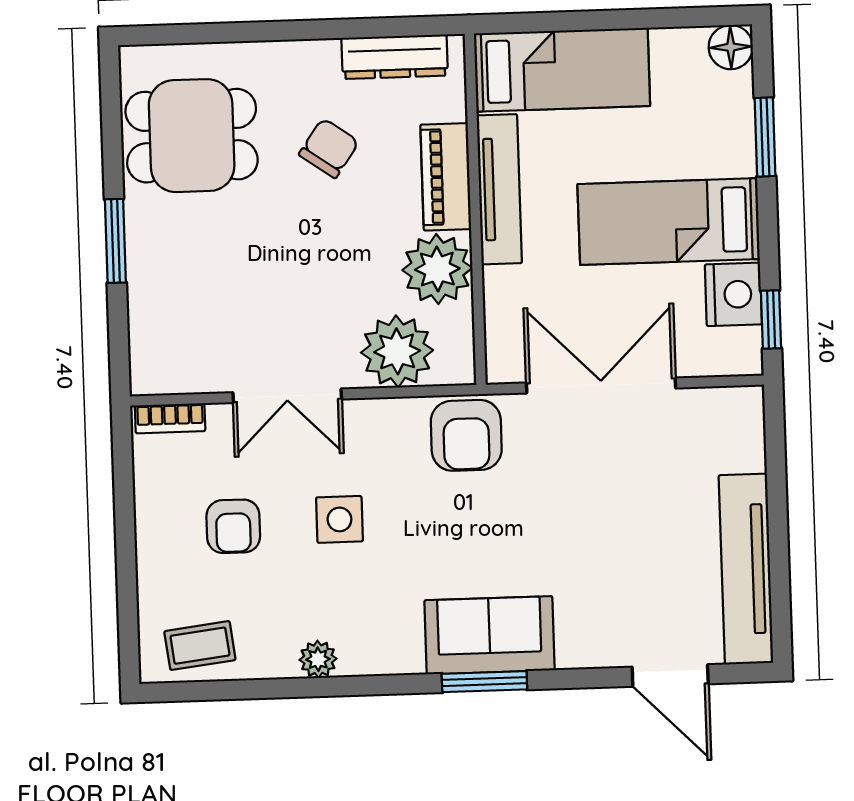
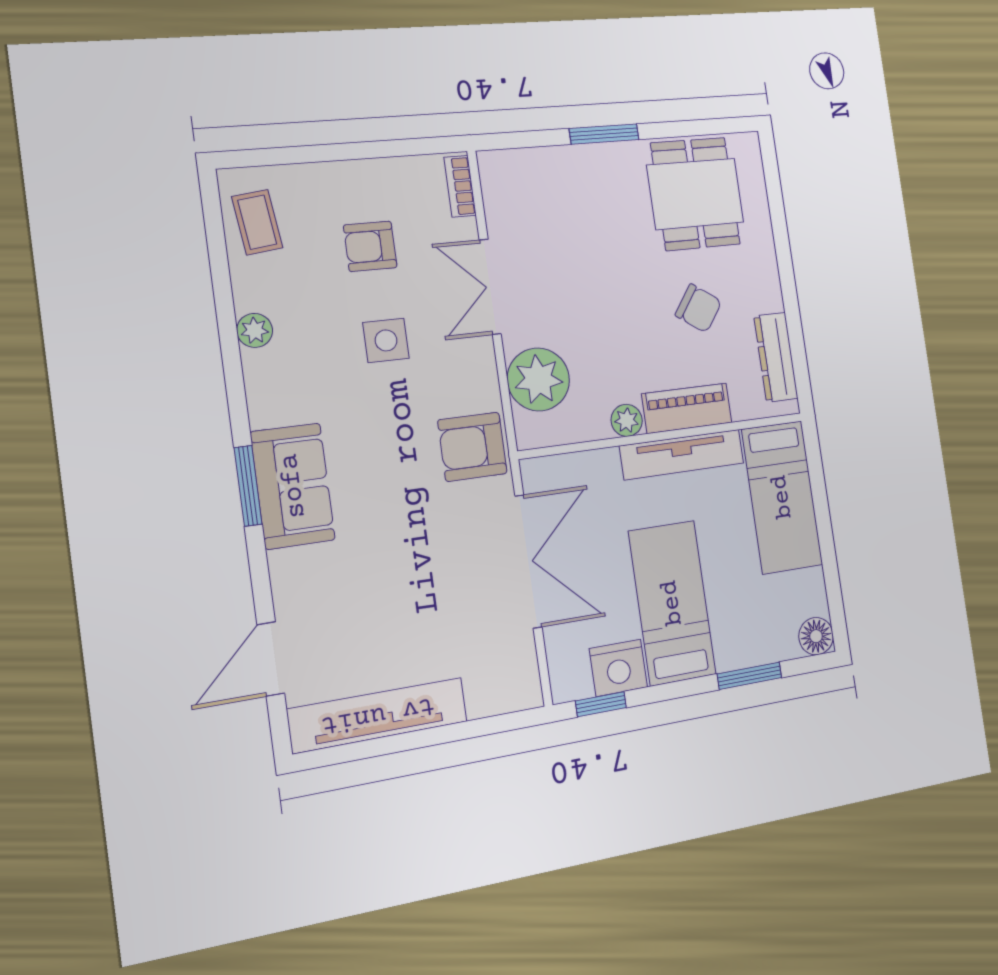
plant: (437, 269) -> (627, 420), width x0.53, depth x0.53

